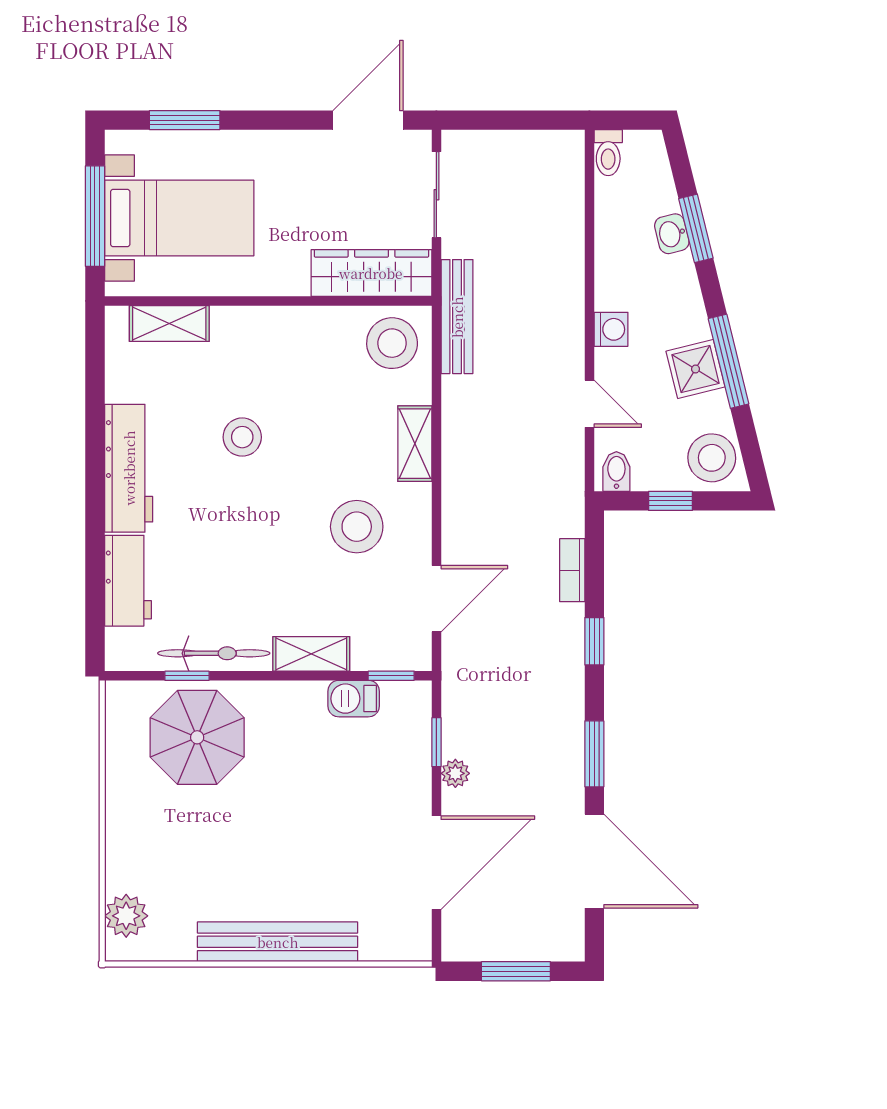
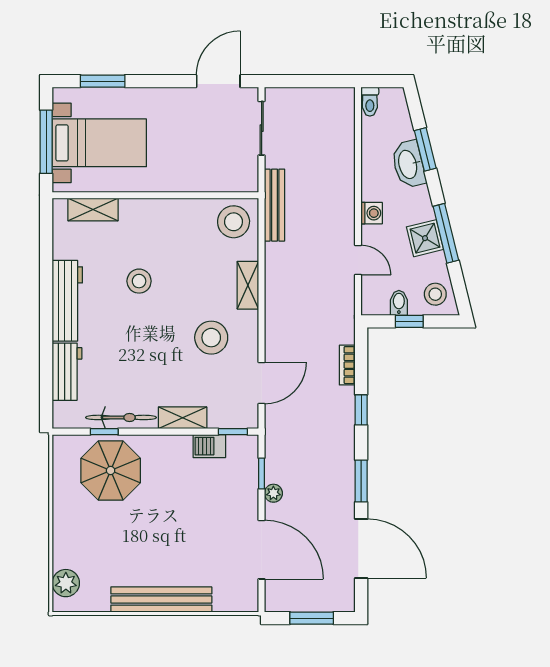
washbasin: (672, 234) -> (408, 164), width x1.91, depth x1.45
wardrobe: (371, 273) -> (221, 178), removed
stool: (712, 458) -> (435, 294), width x0.73, depth x0.73
bidet: (616, 472) -> (399, 303), moved
door: (436, 863) -> (262, 550), hinge flipped

